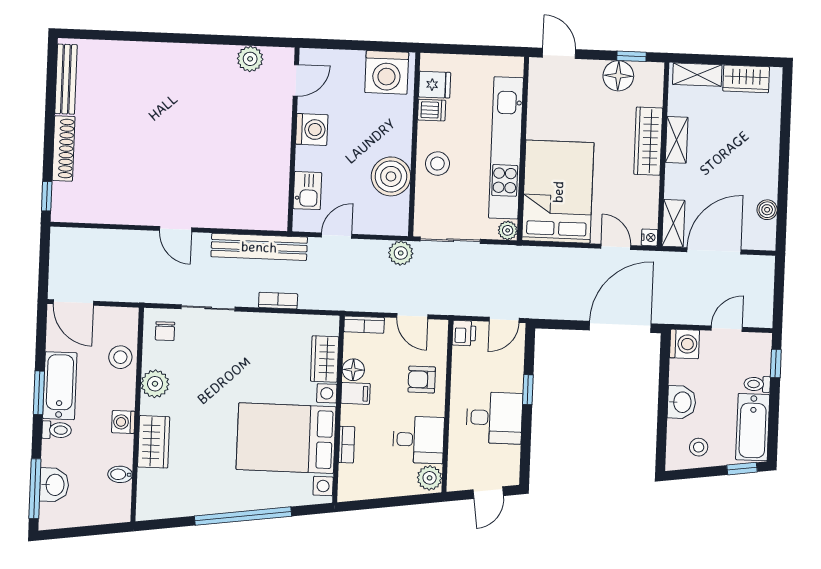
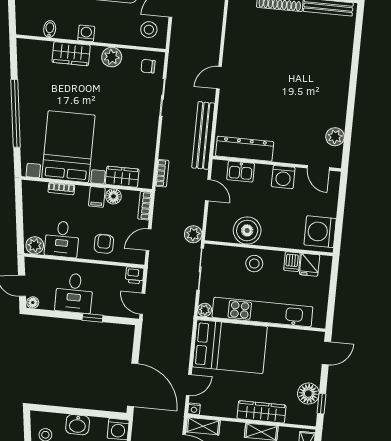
dresser: (275, 187) -> (245, 149), added
bookcase: (278, 301) -> (162, 173), moved
stool: (120, 357) -> (149, 30), moved
floor lamp: (511, 476) -> (33, 303), added

